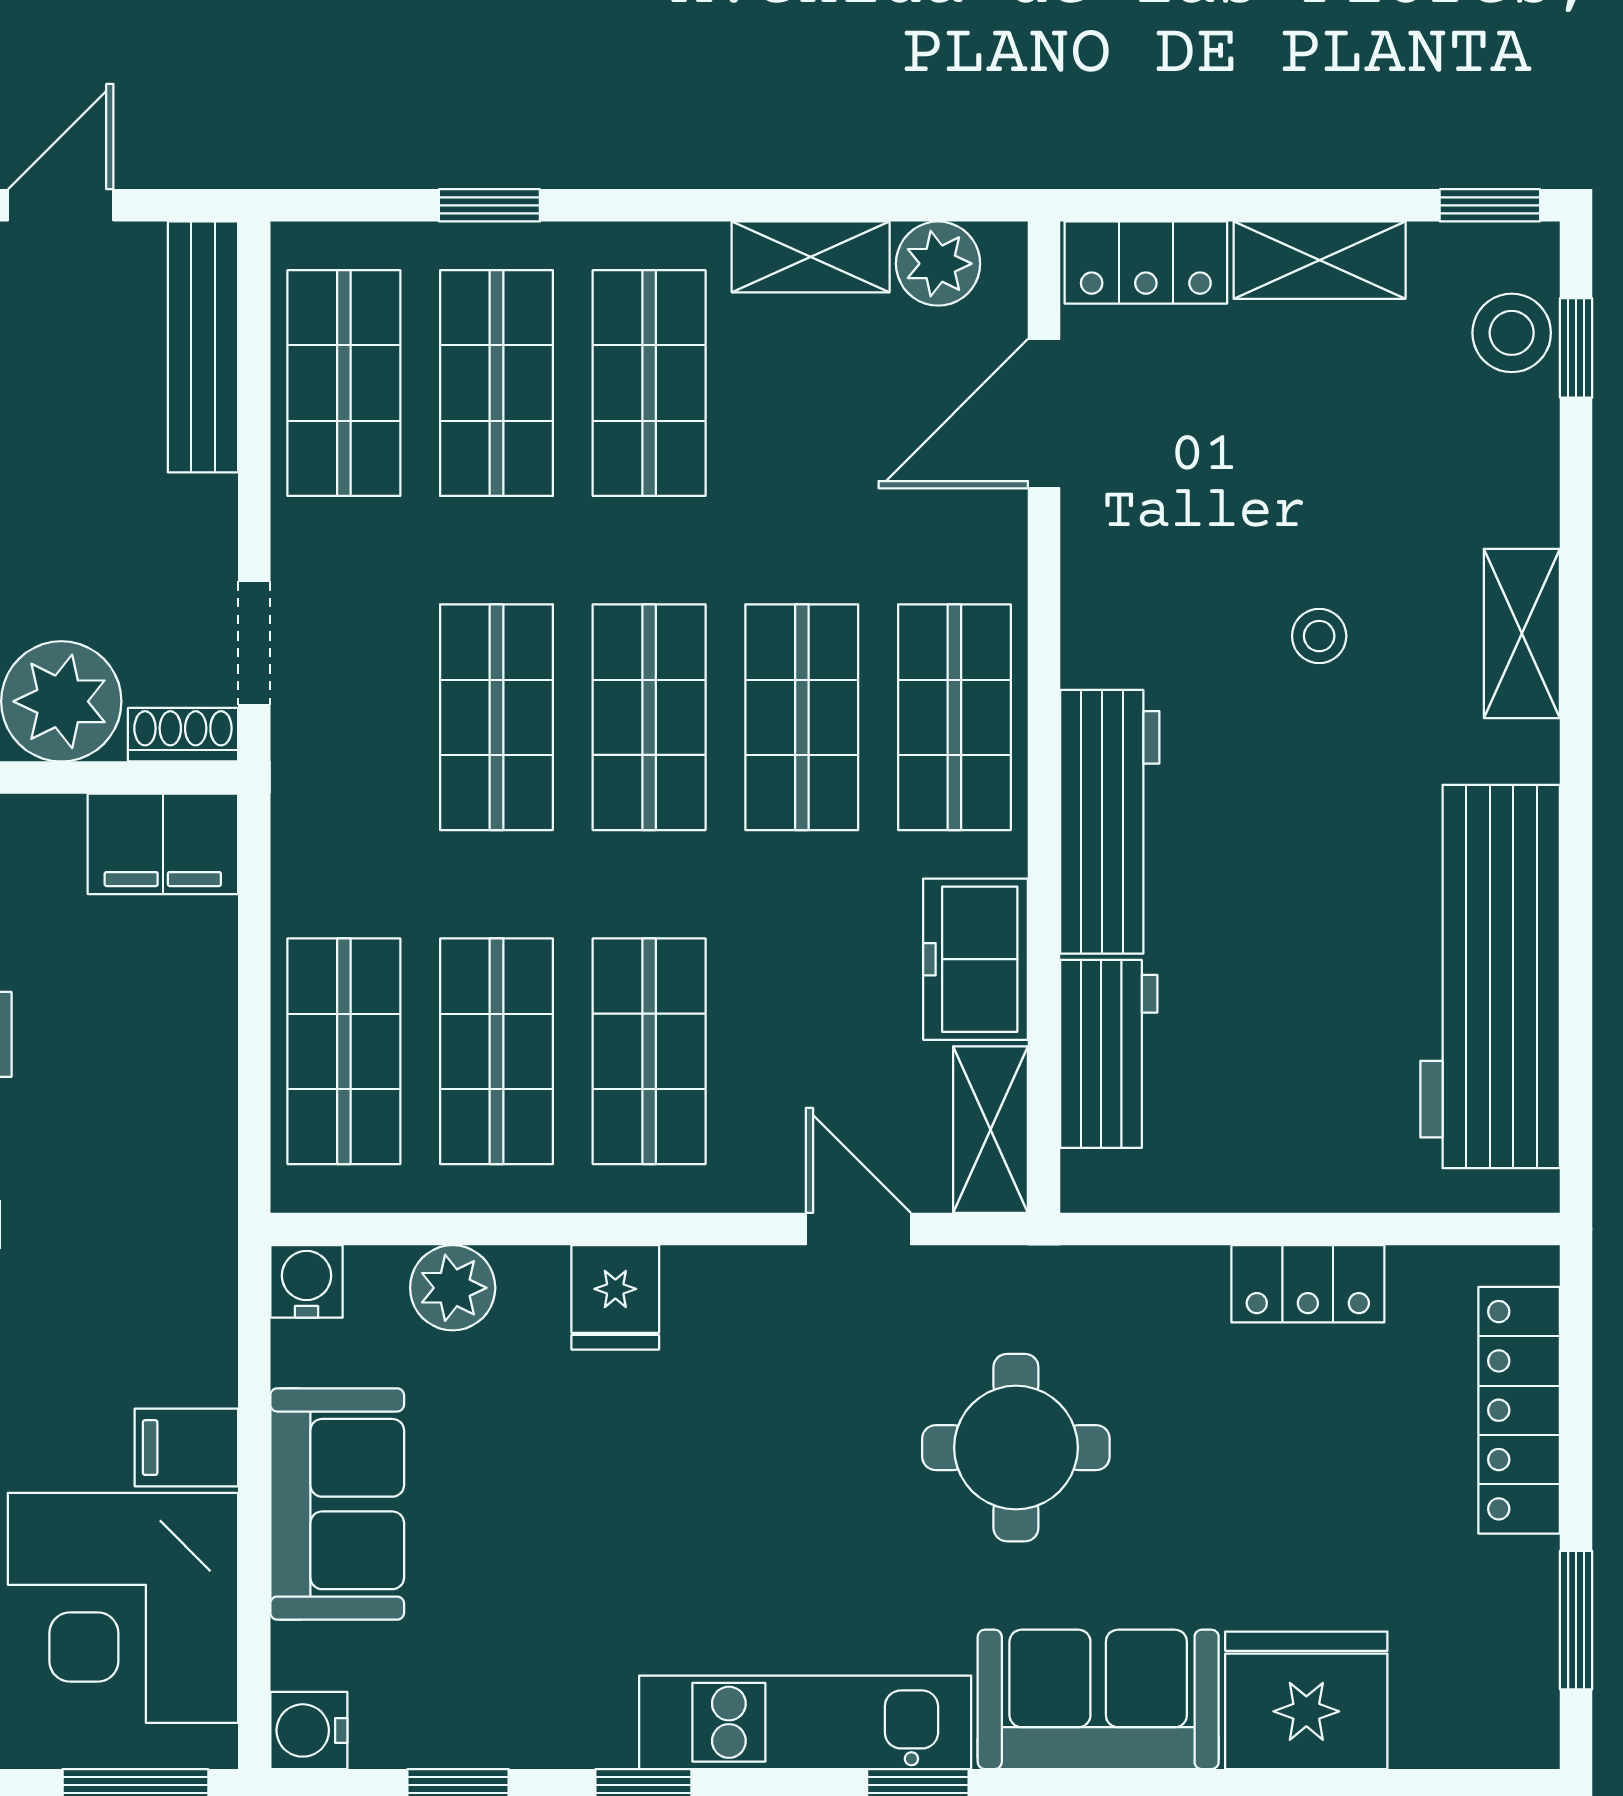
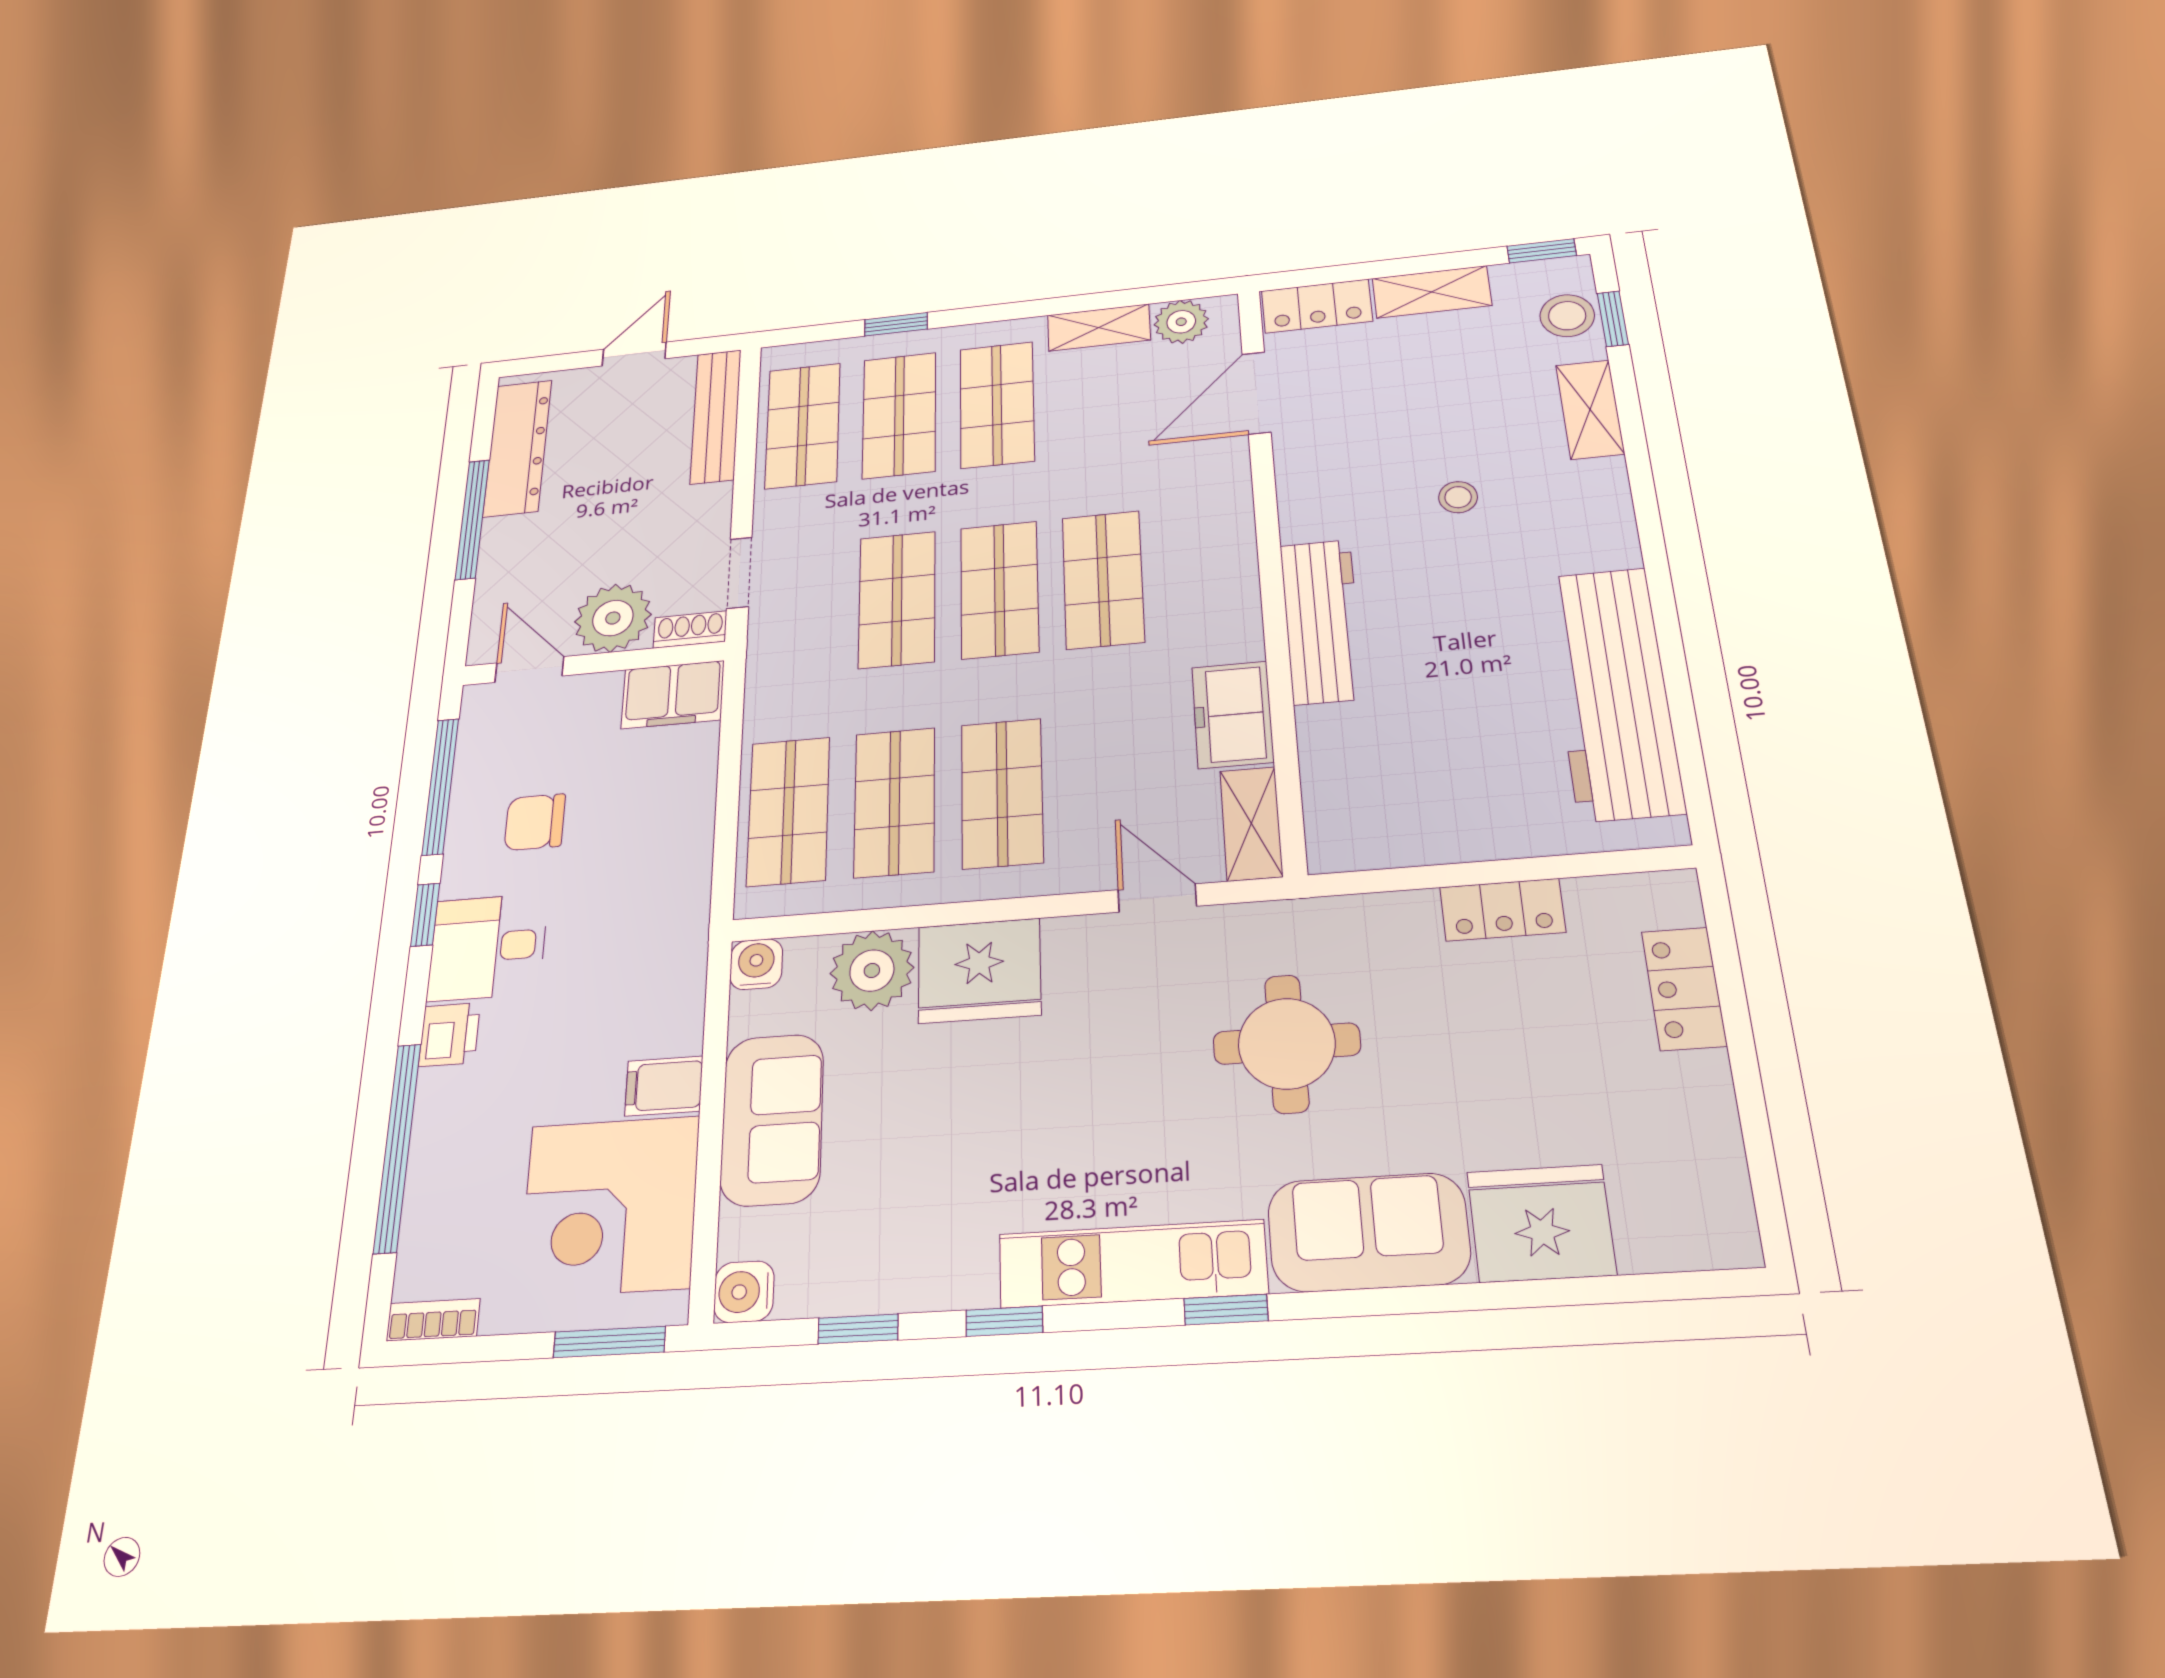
shelving: (1522, 633) -> (1590, 409), moved
shop shelf: (954, 717) -> (1208, 569), removed
workbench: (1109, 1054) -> (1334, 767), removed
plant: (453, 1288) -> (872, 970), width x1.36, depth x1.36
fridge: (615, 1297) -> (979, 971), width x1.88, depth x1.34
locker: (1519, 1410) -> (1684, 988), width x0.66
window: (1576, 1620) -> (1759, 1146), removed

